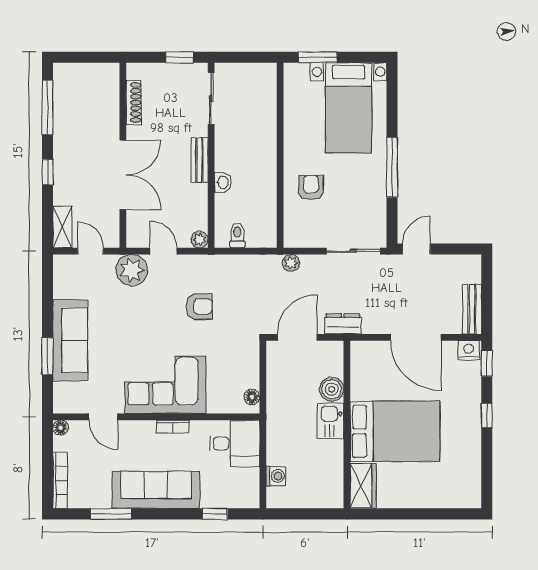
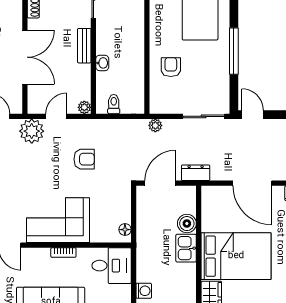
door: (416, 249) -> (253, 115), hinge flipped
door: (163, 251) -> (56, 116), hinge flipped

